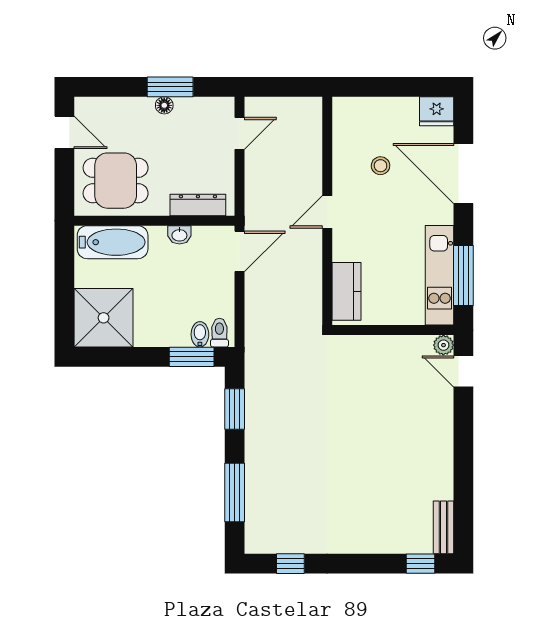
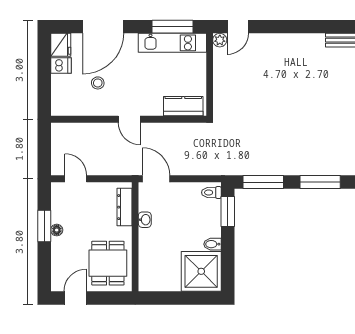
dishwasher: (406, 112) -> (61, 66), added
bathtub: (113, 242) -> (150, 265), removed
bidet: (200, 334) -> (212, 244), moved
window: (235, 409) -> (263, 182), width x1.44

